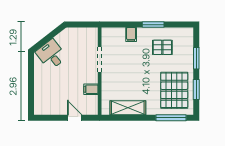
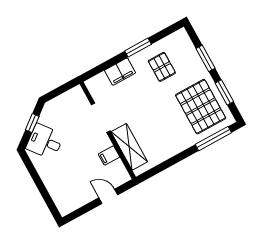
filing cabinet: (131, 34) -> (120, 72), width x2.00
window: (49, 37) -> (32, 123), added
pallet: (162, 47) -> (162, 67), turned 90
shelving: (128, 108) -> (129, 147), moved, turned 90

